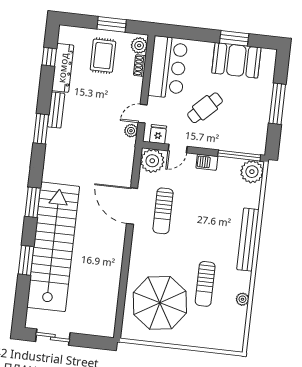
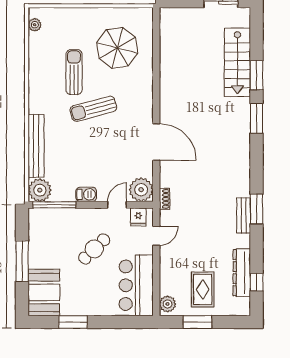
booth: (236, 60) -> (44, 292), moved, turned 90
shoe rack: (140, 66) -> (165, 199), moved
bench: (56, 110) -> (244, 215), moved
plant: (131, 131) -> (166, 217), removed
window: (33, 202) -> (257, 118), moved
sun lounger: (163, 211) -> (93, 109), moved, turned -105
bench: (248, 240) -> (36, 146), moved
stairs: (53, 247) -> (237, 62), width x0.54, depth x0.66
plant: (242, 299) -> (35, 25), moved
parasol: (160, 303) -> (117, 48), width x0.73, depth x0.73

